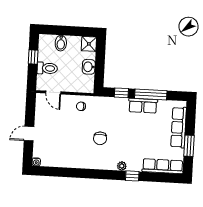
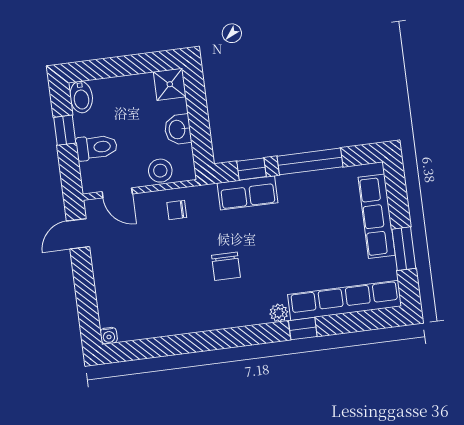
bidet: (61, 43) -> (81, 97), moved
stool: (76, 85) -> (160, 171), added
row of seats: (143, 106) -> (247, 193), moved
door: (29, 134) -> (78, 234), moved
row of seats: (163, 166) -> (345, 300), width x1.36

